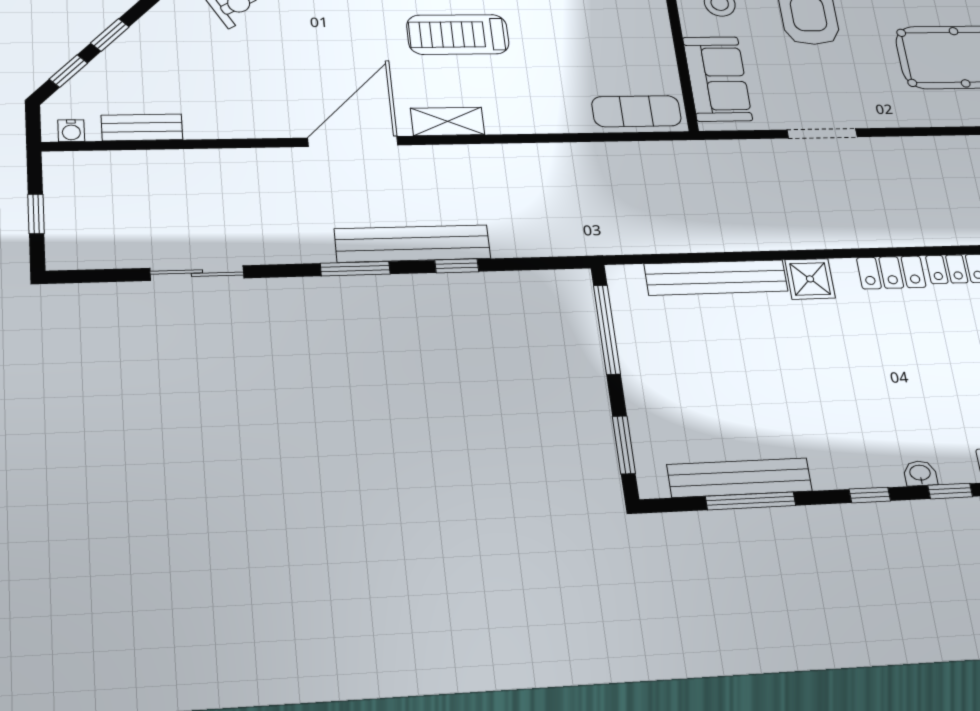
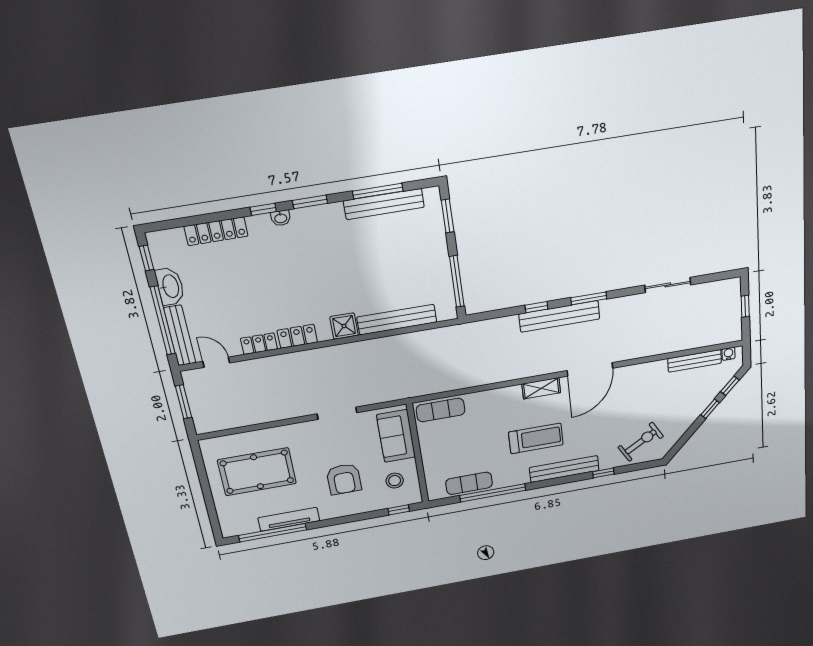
bench: (142, 127) -> (695, 361), width x1.36
window: (870, 495) -> (310, 202), width x1.50

